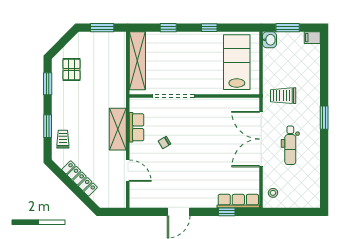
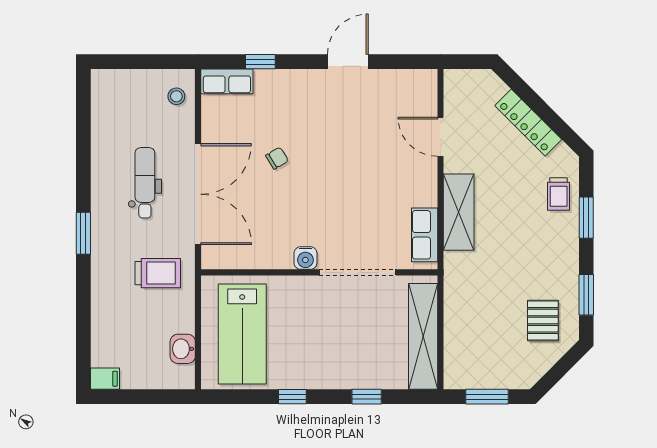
window: (288, 28) -> (150, 397), removed
washbasin: (270, 40) -> (183, 349), moved
water cooler: (202, 104) -> (305, 258), added
row of seats: (136, 127) -> (425, 235), moved
chair: (164, 143) -> (277, 158), moved
row of seats: (238, 201) -> (227, 81), width x0.68

